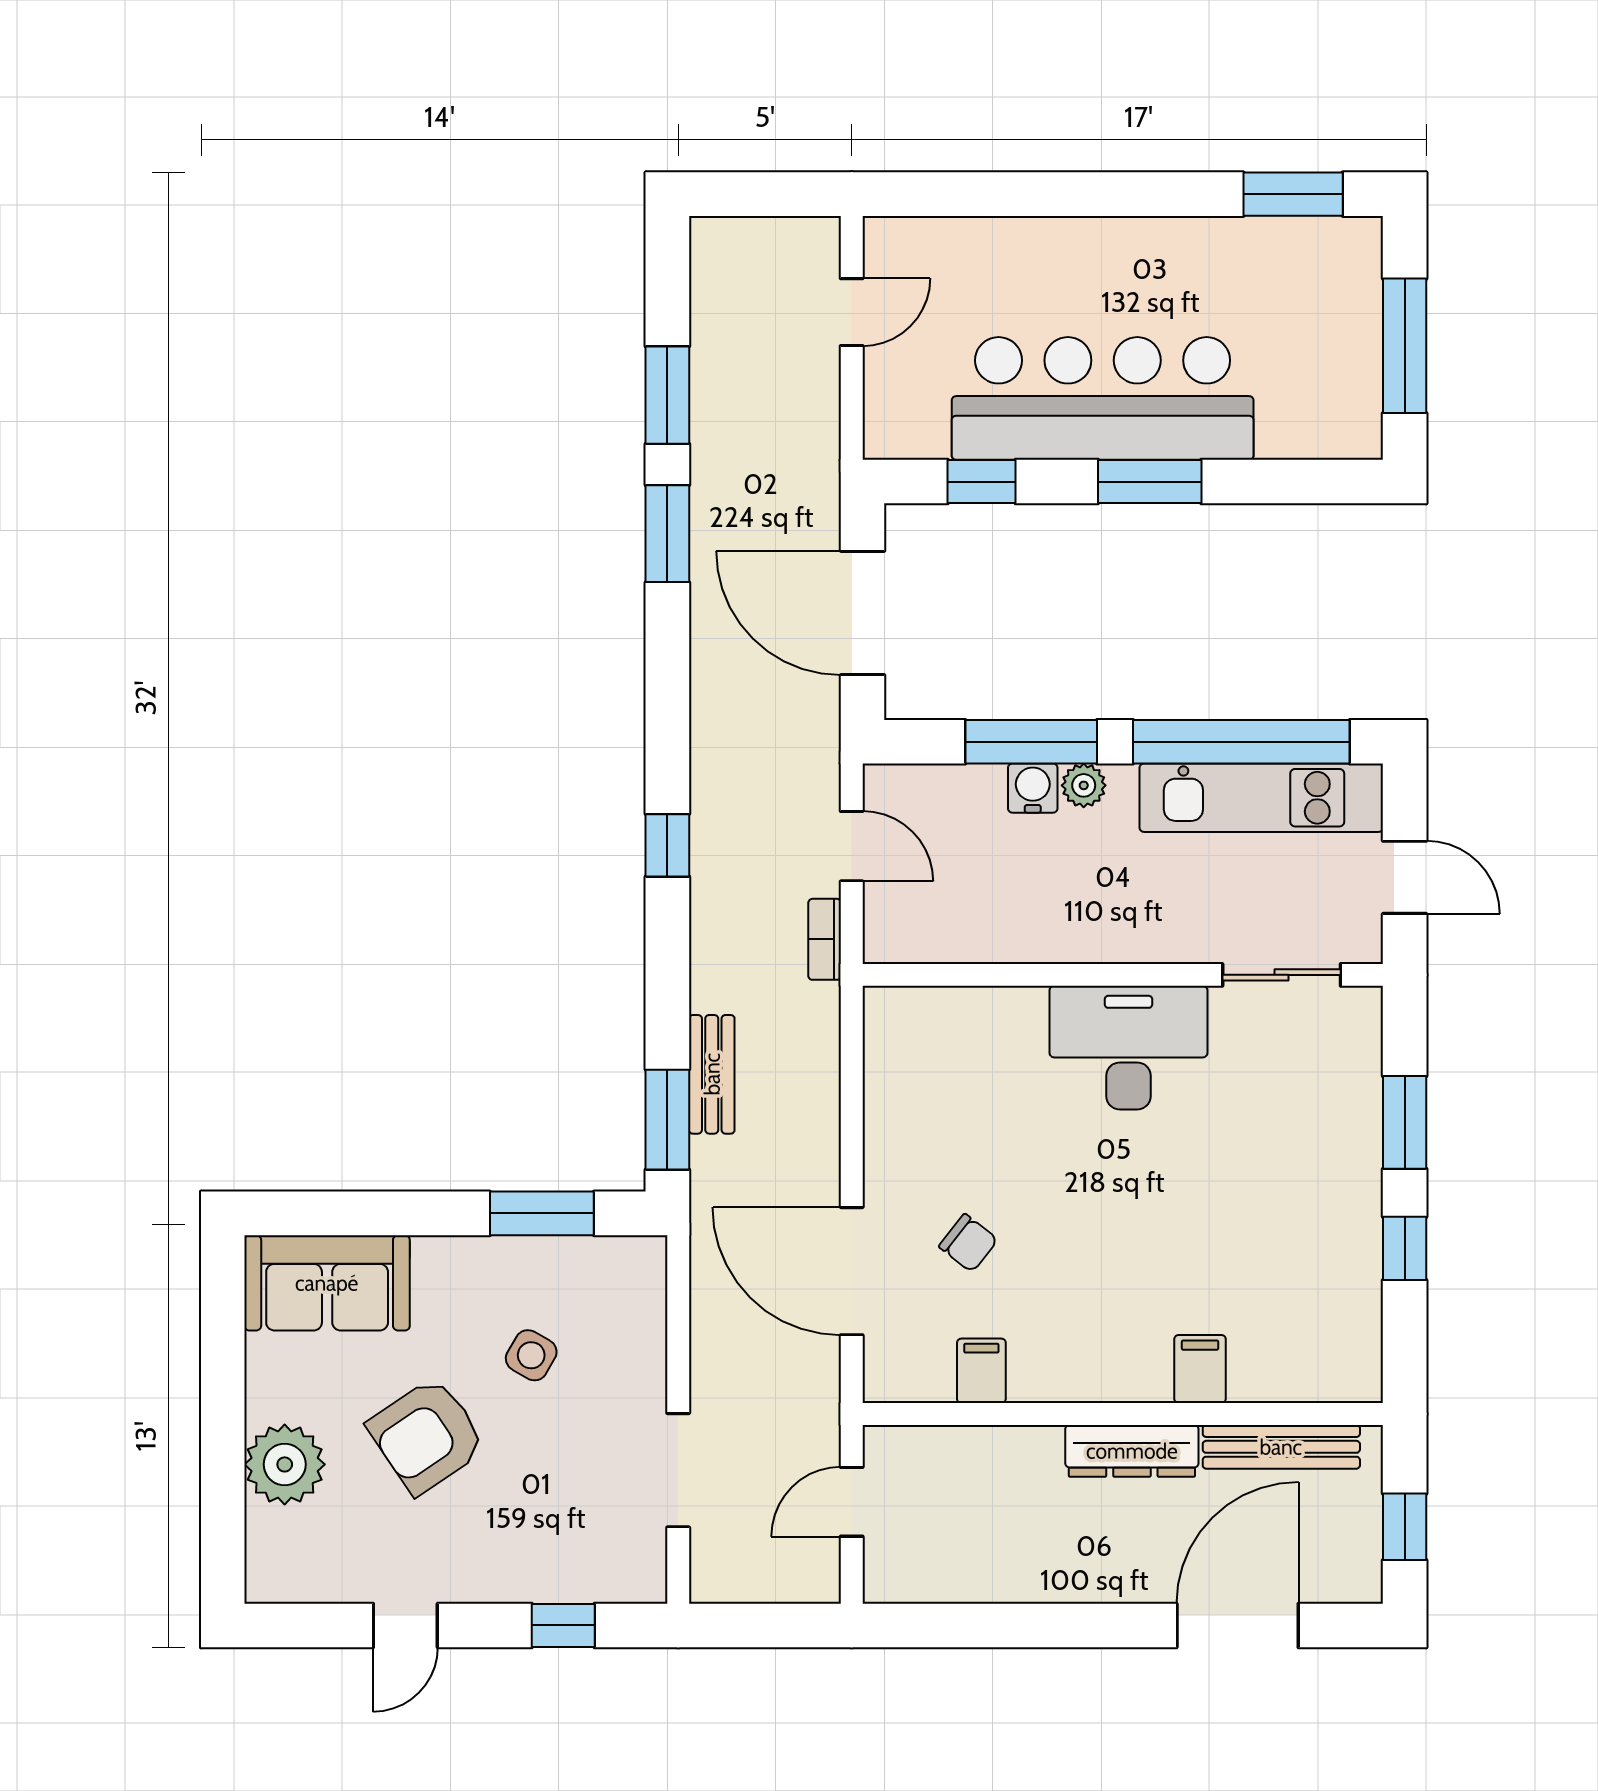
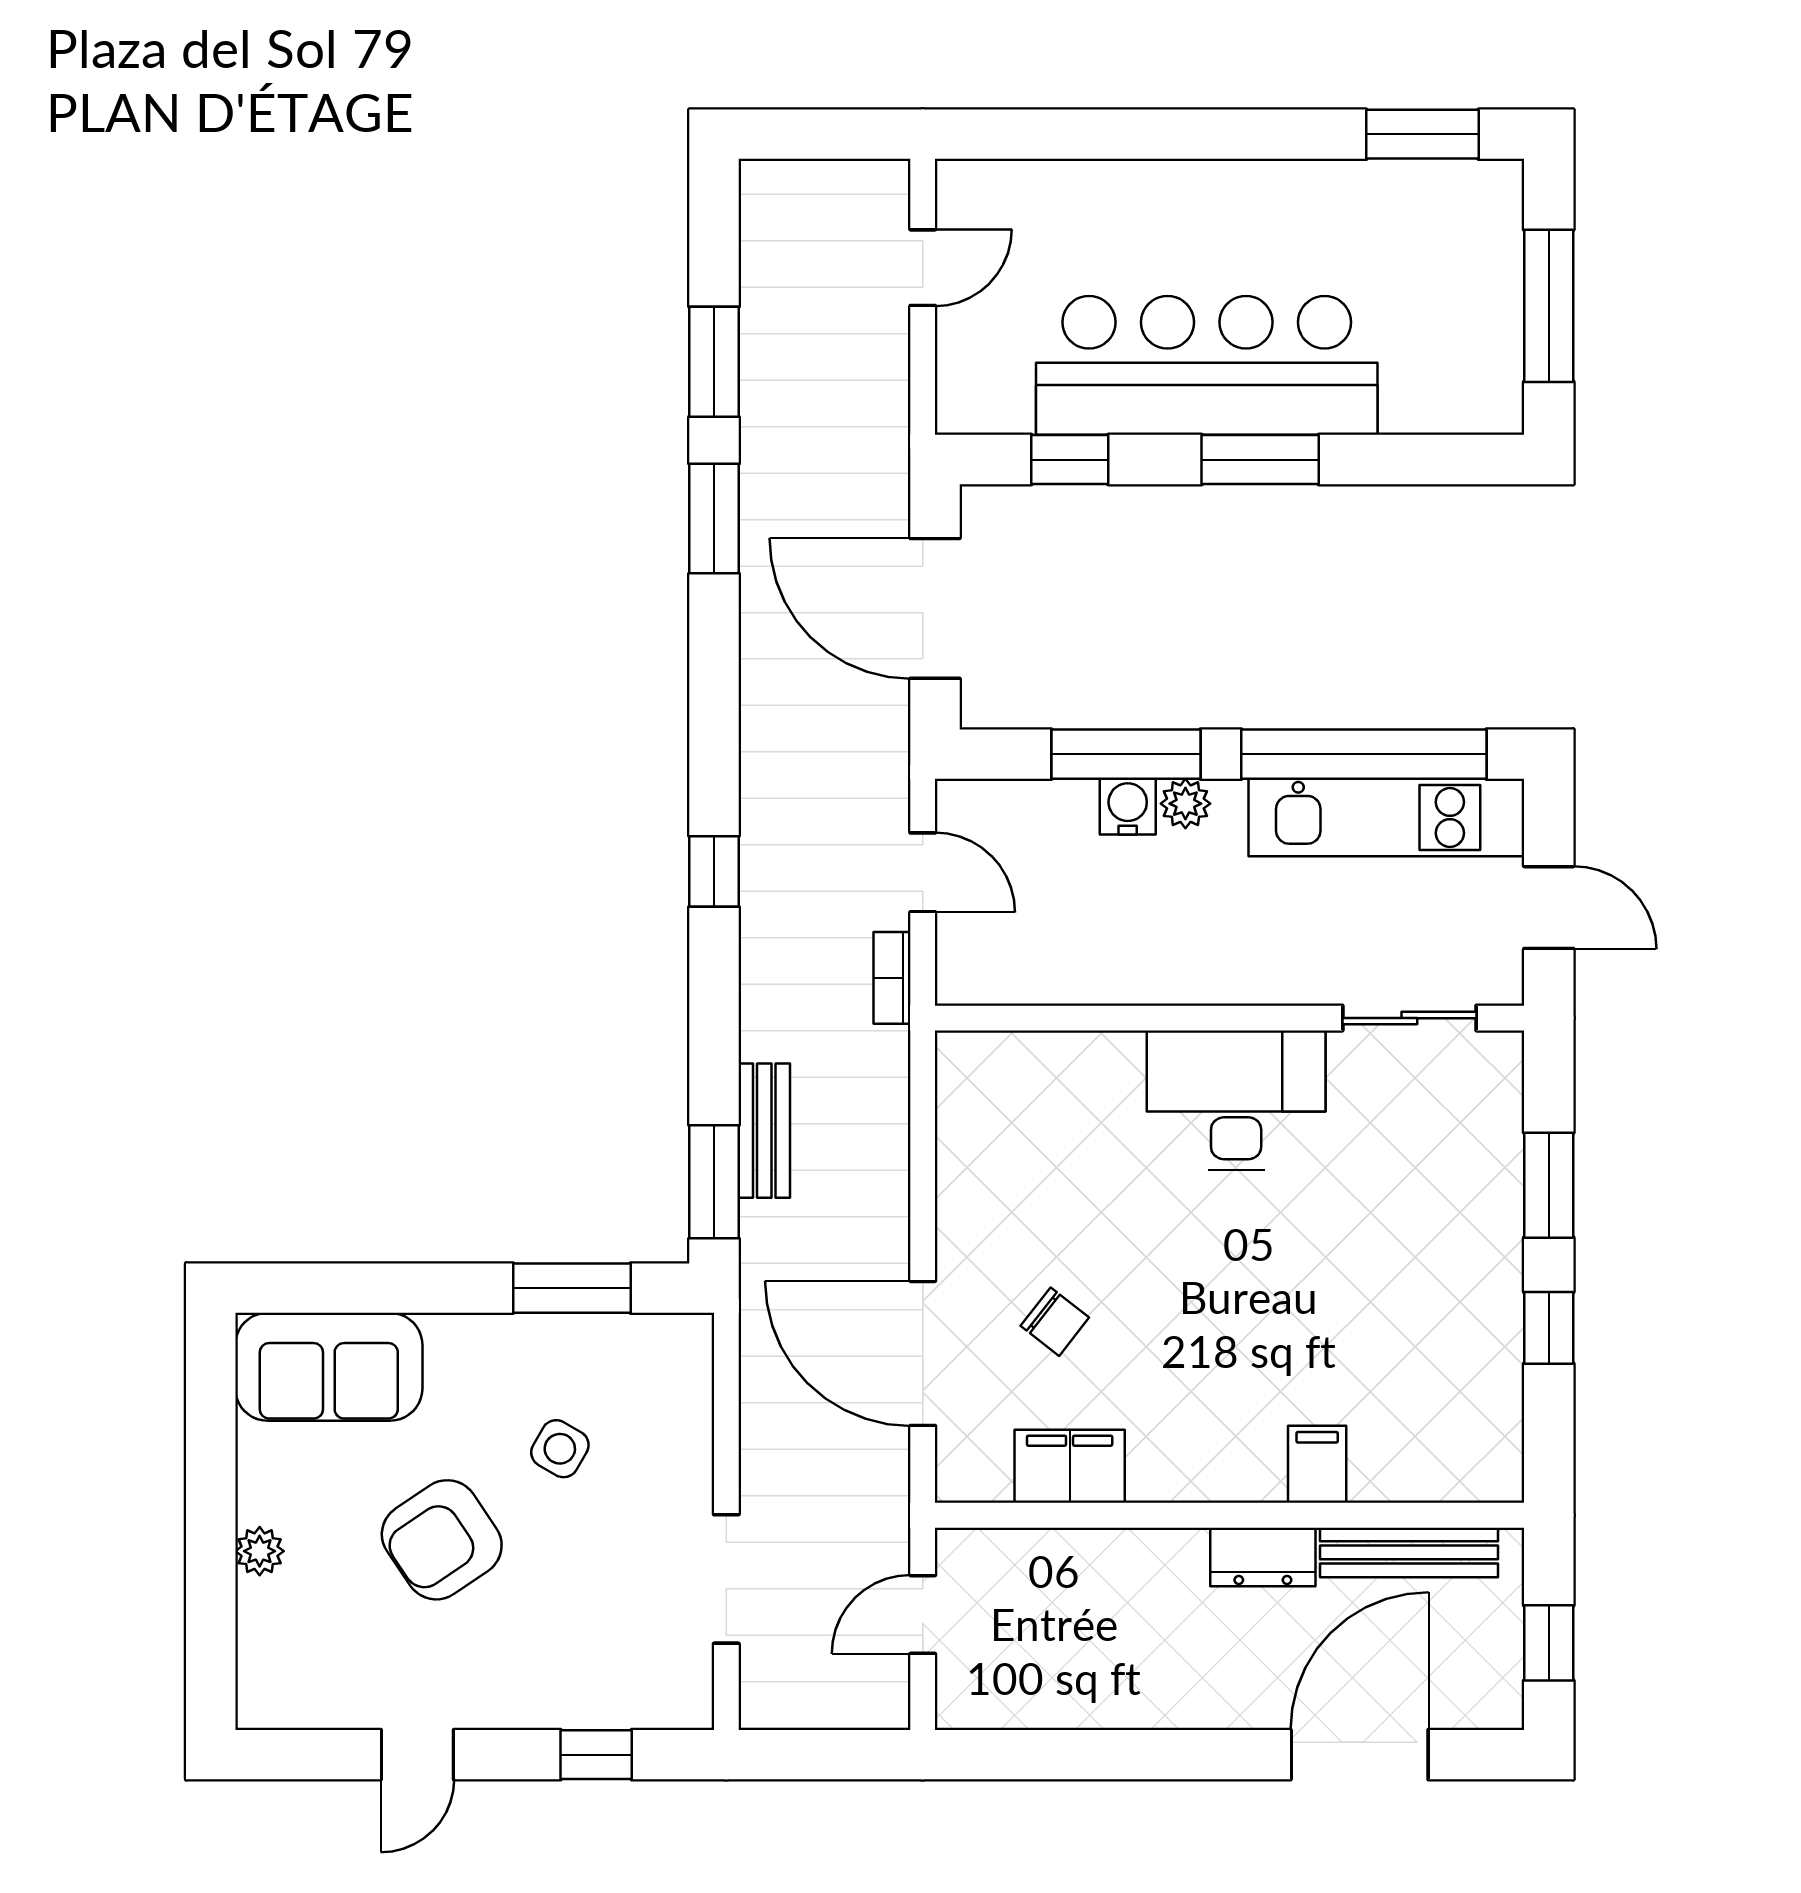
filing cabinet: (981, 1371) -> (1070, 1466), width x2.00
dresser: (1132, 1451) -> (1263, 1557), width x0.70
plant: (285, 1464) -> (260, 1551), width x0.53, depth x0.53

